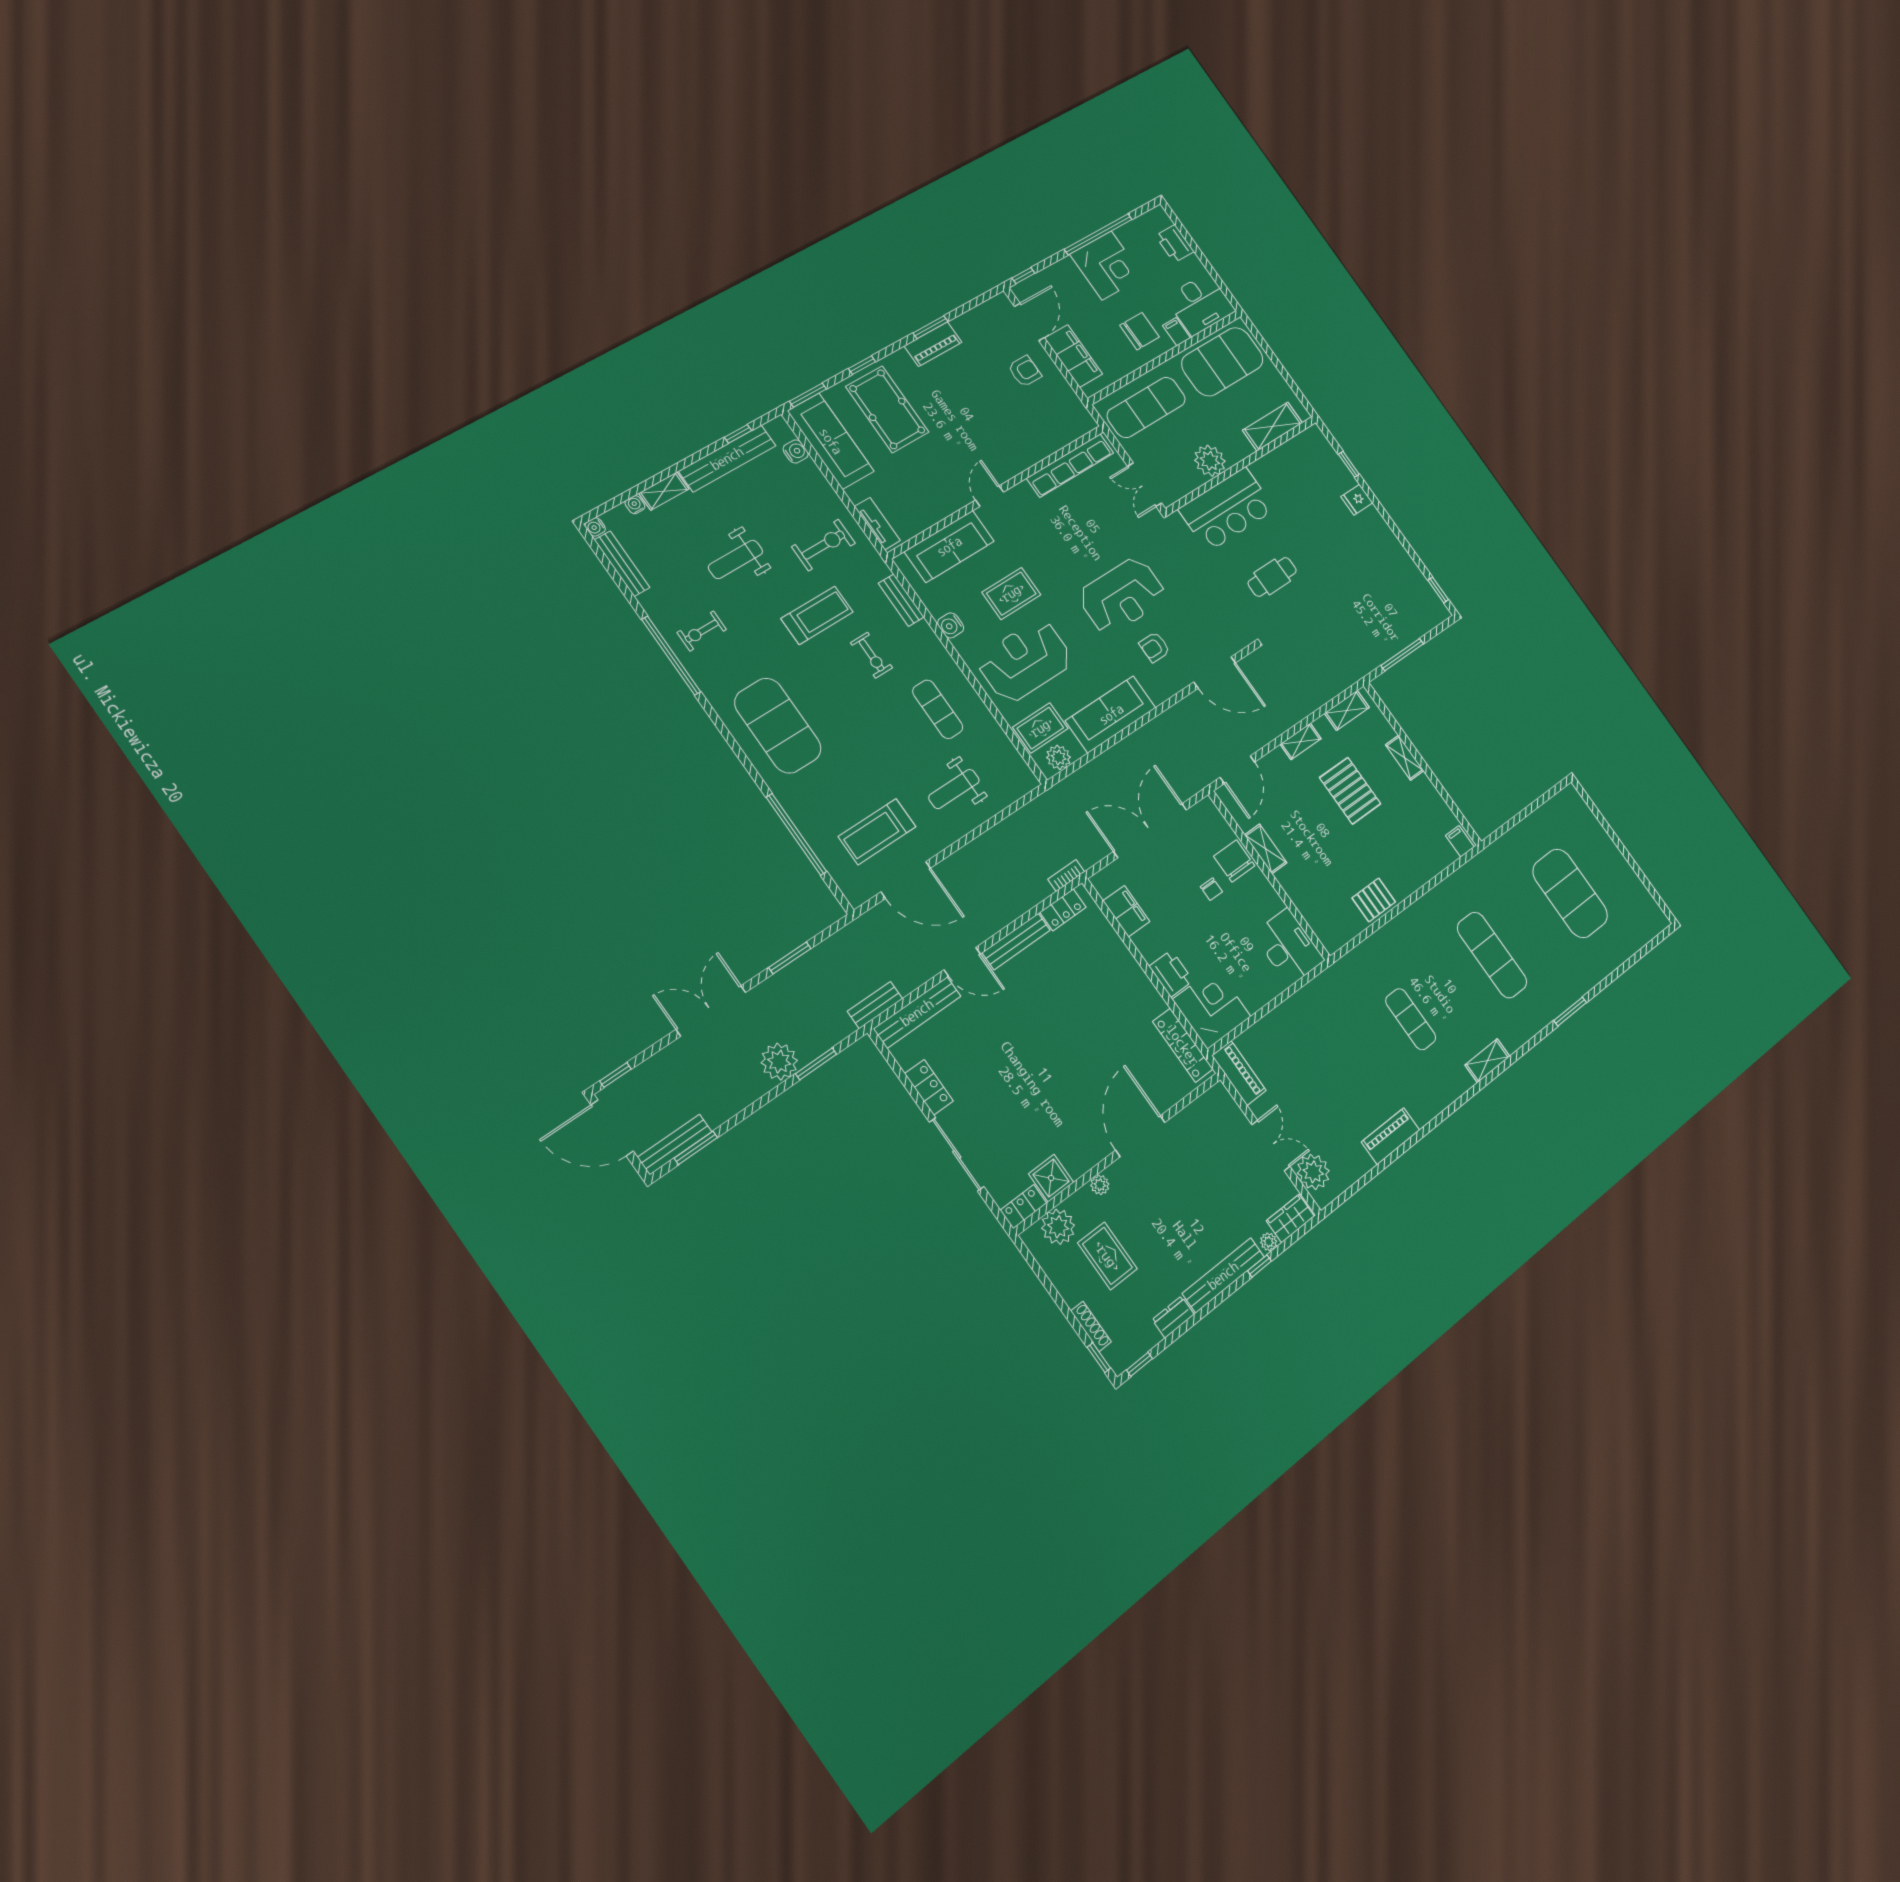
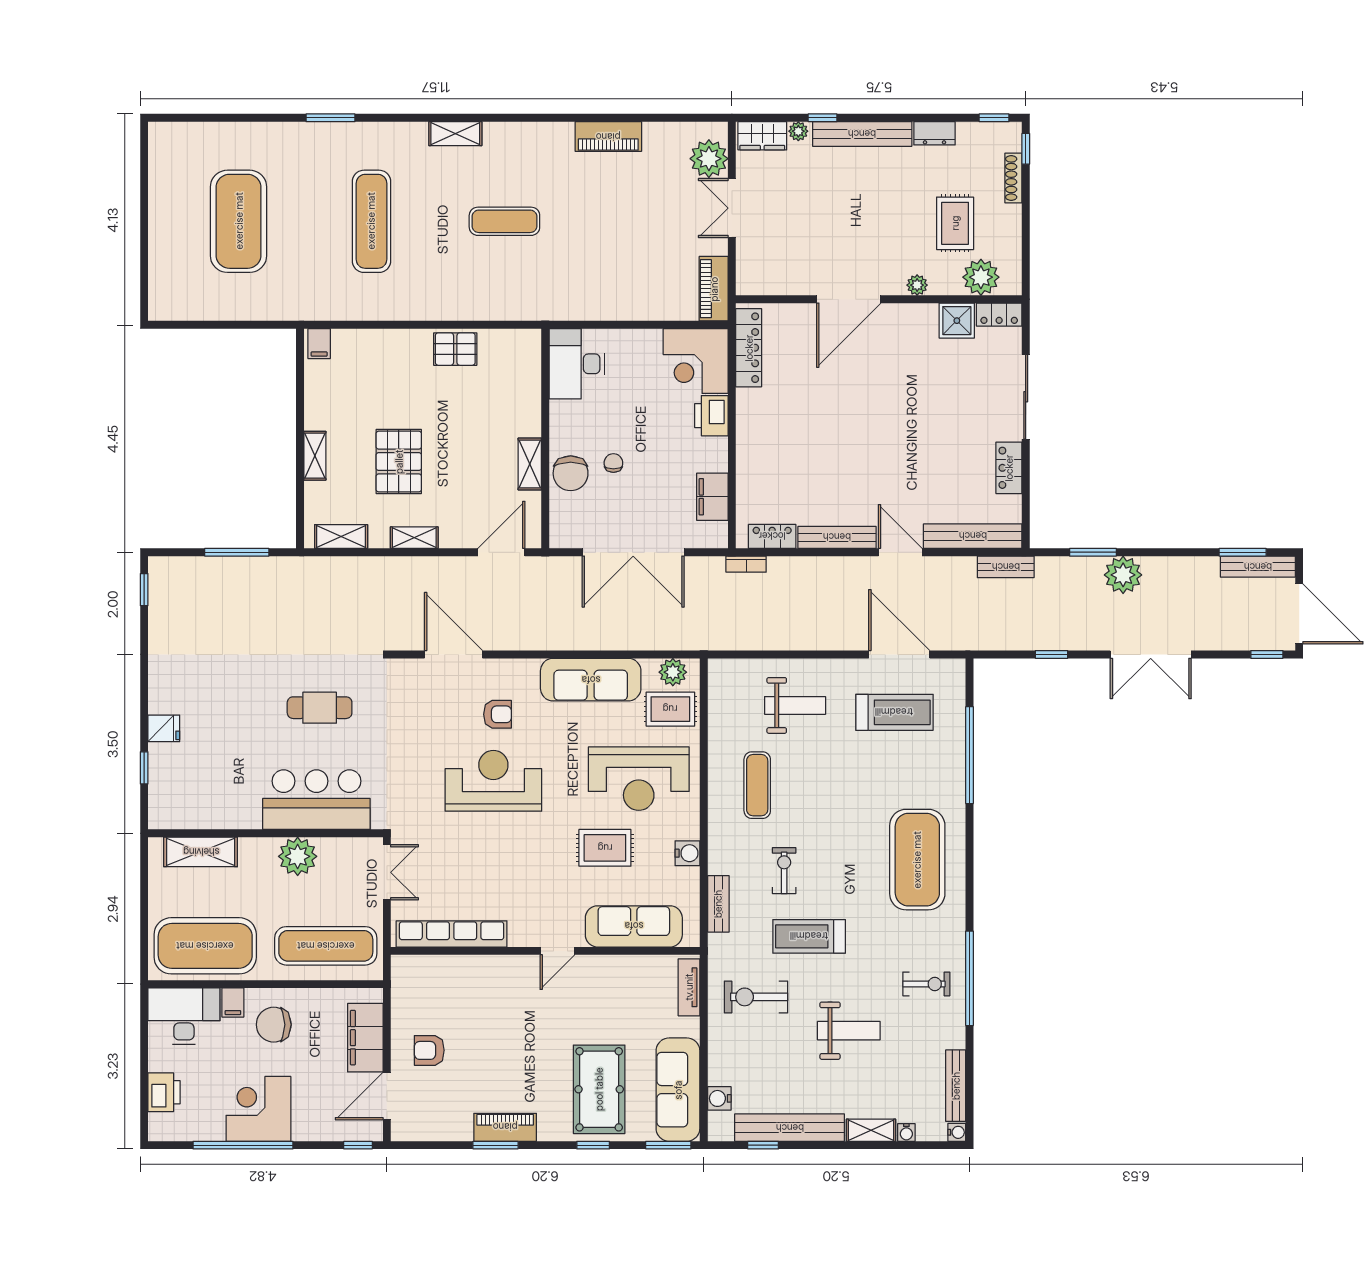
window: (790, 958) -> (1052, 654), width x0.67
exercise mat: (1411, 1019) -> (504, 221), turned 90

